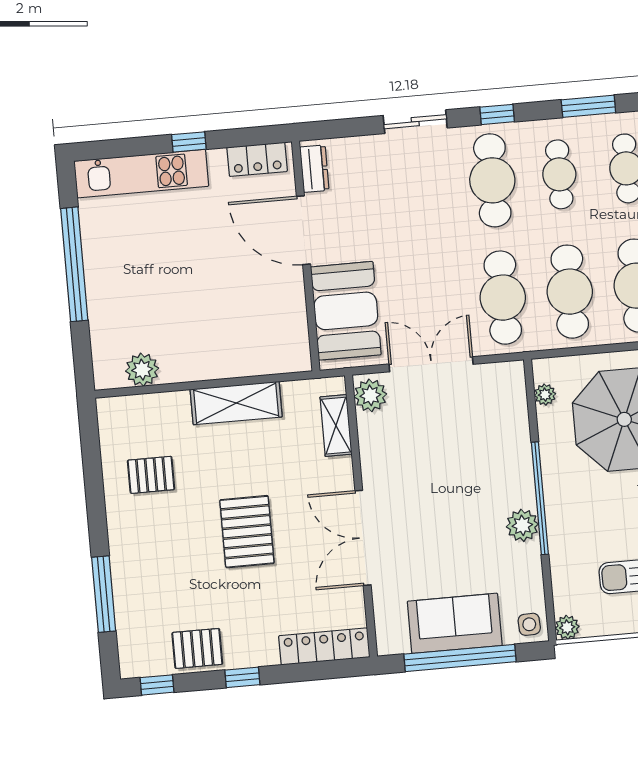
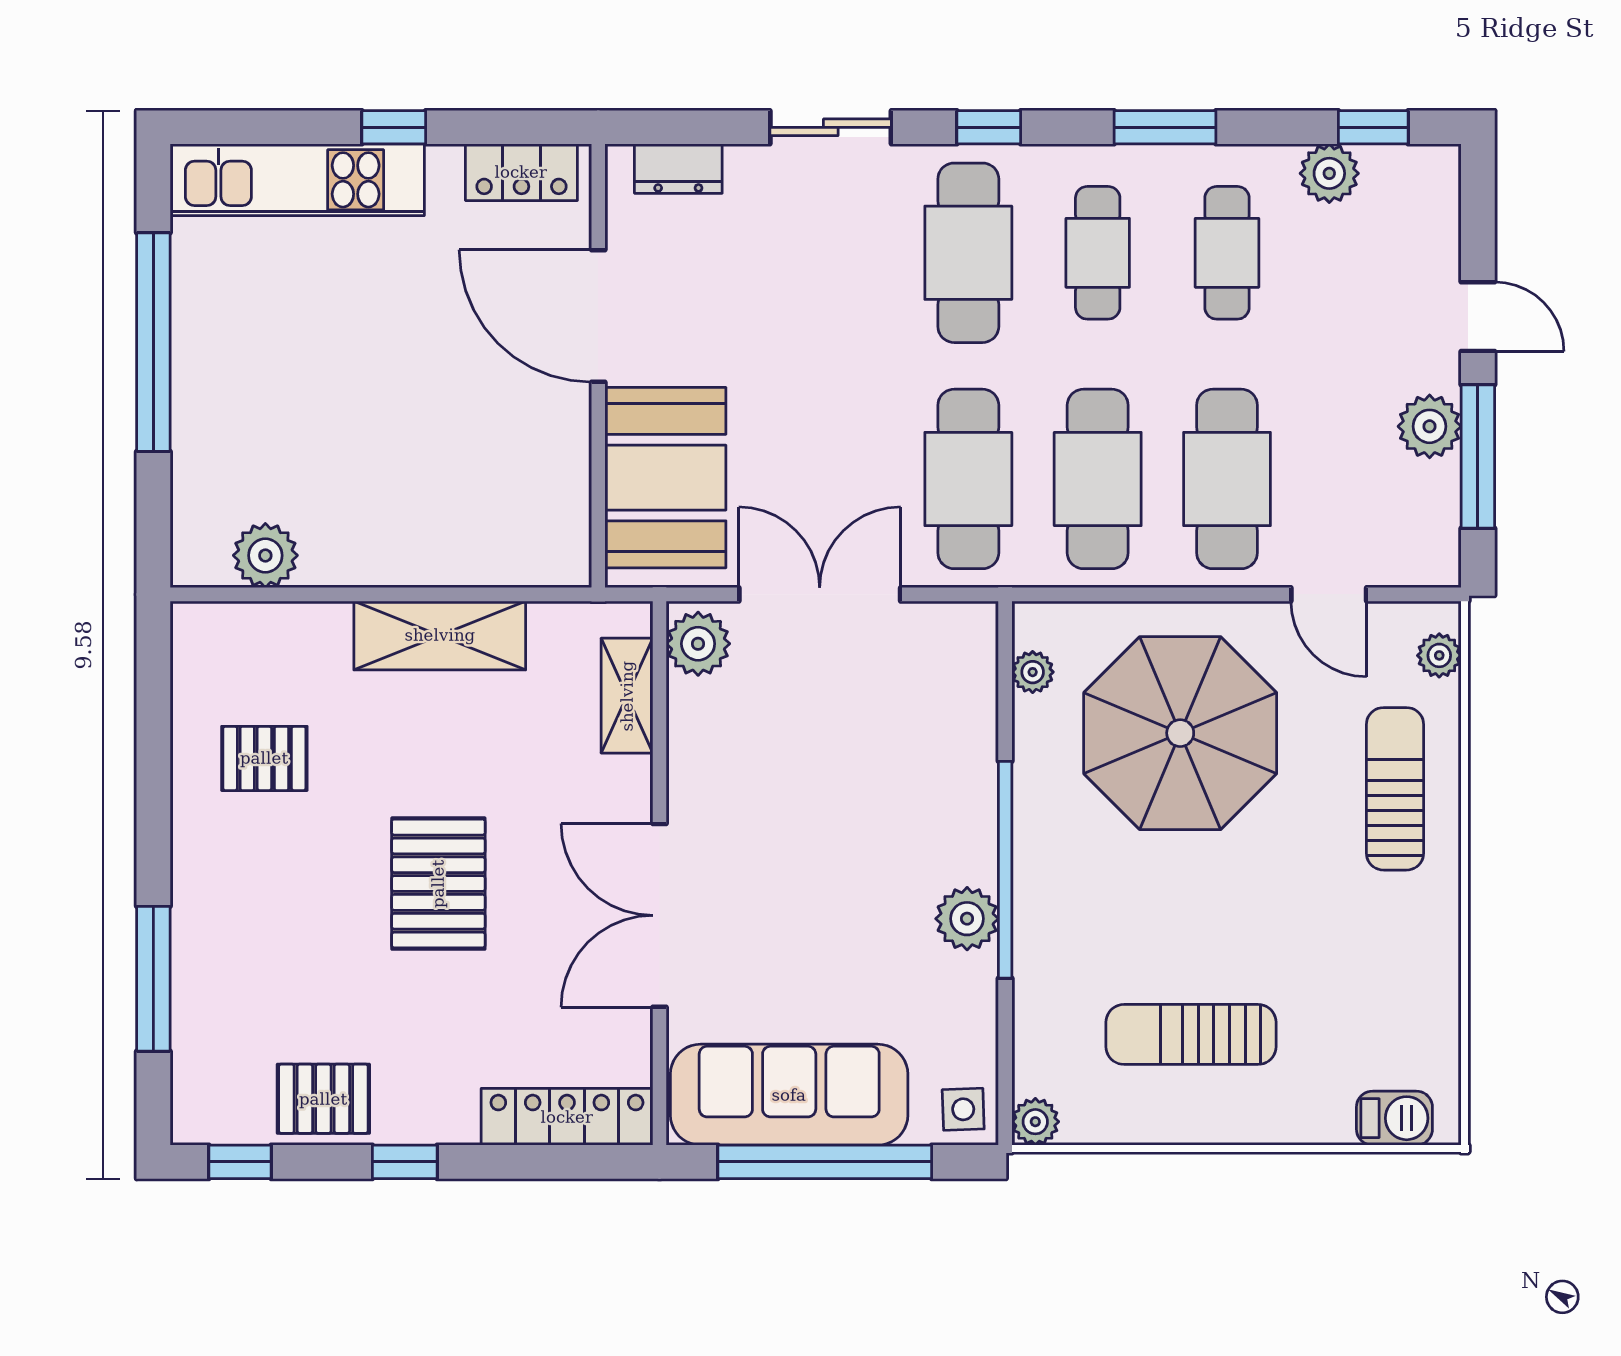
dresser: (314, 169) -> (678, 169), moved, turned 90
sofa: (455, 623) -> (789, 1095), width x1.36

